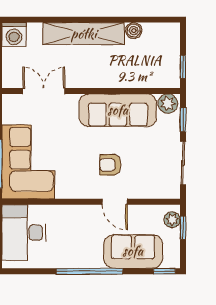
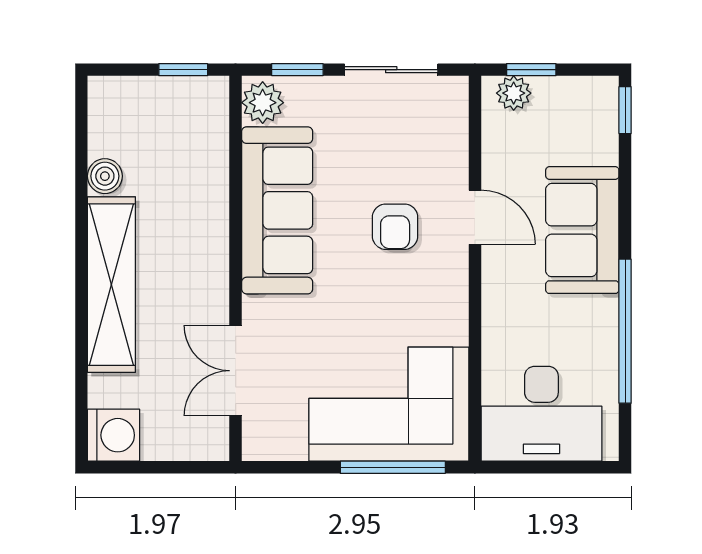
door: (115, 202) -> (475, 217), hinge flipped
sofa: (133, 251) -> (582, 230), moved
window: (89, 271) -> (625, 331), moved

